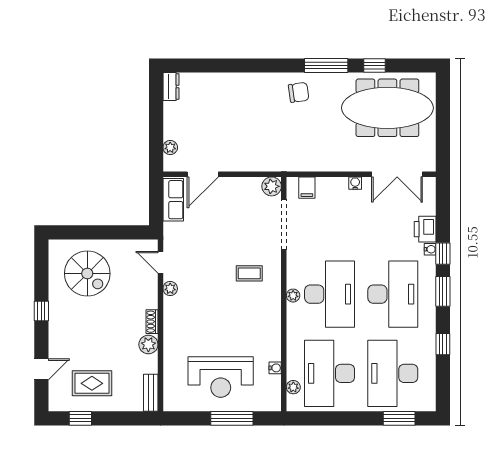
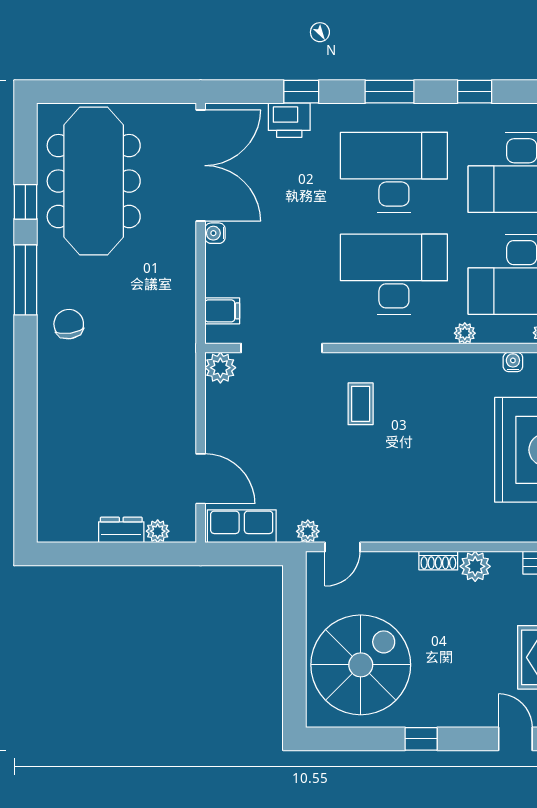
dresser: (171, 87) -> (121, 530), moved
double door: (397, 174) -> (201, 166), width x1.36
water cooler: (430, 249) -> (322, 112), removed
window: (443, 254) -> (301, 92), moved
spiral stairs: (87, 274) -> (361, 665), width x1.37, depth x1.37
plant: (170, 289) -> (308, 531), moved
plant: (293, 296) -> (465, 333), moved

